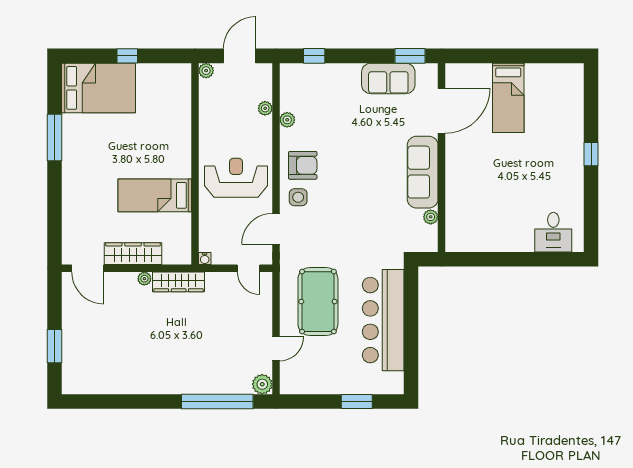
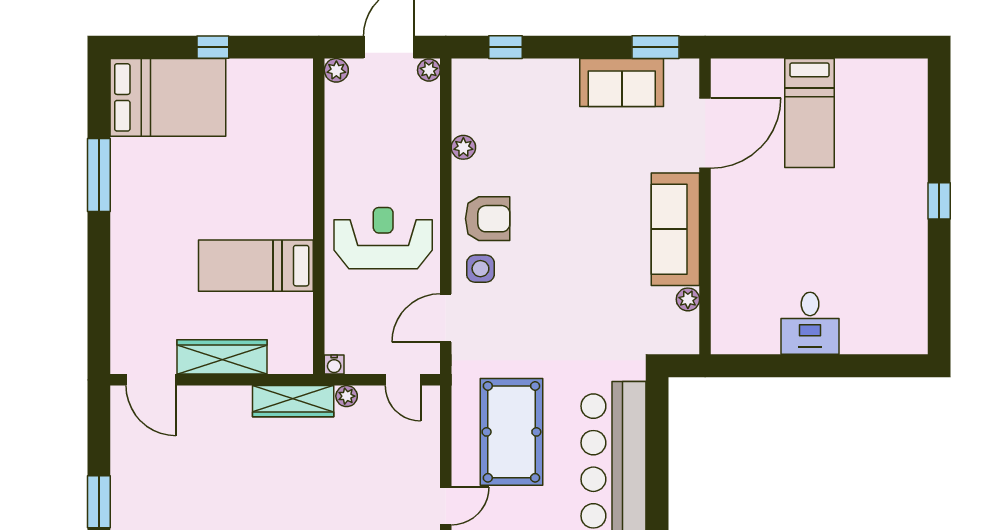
plant: (265, 108) -> (429, 70), moved
desk: (553, 232) -> (810, 323), moved
plant: (144, 279) -> (347, 396), moved

